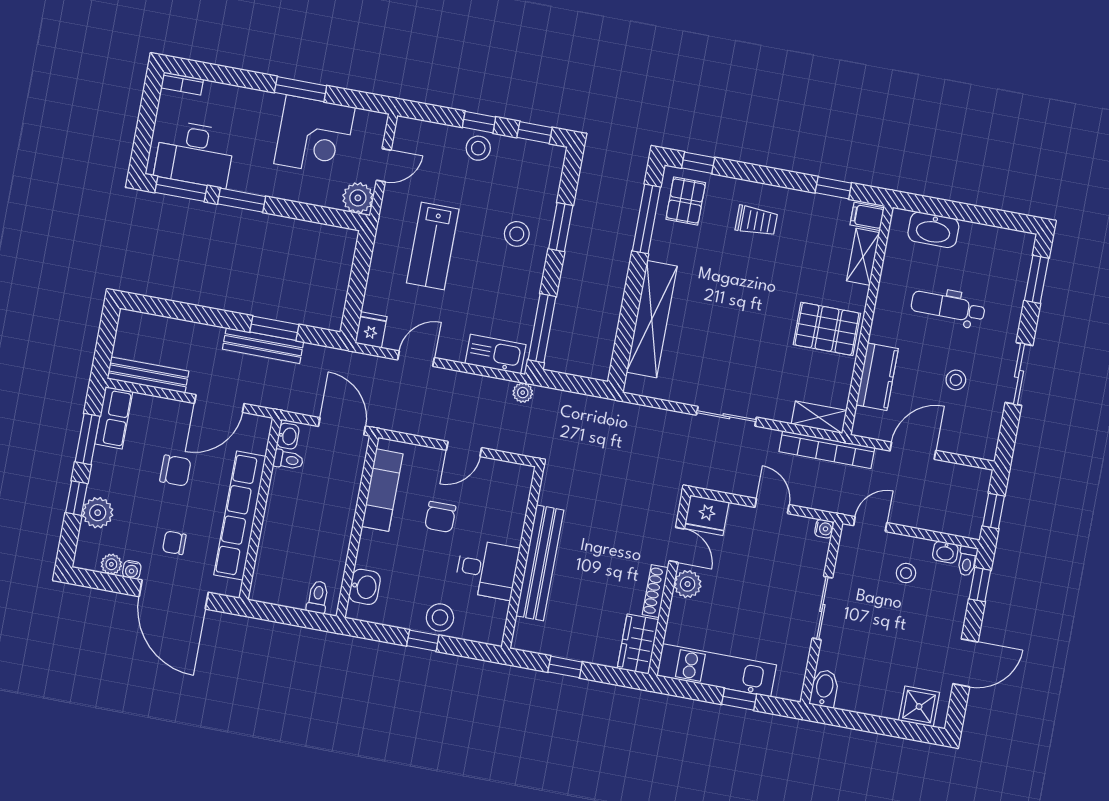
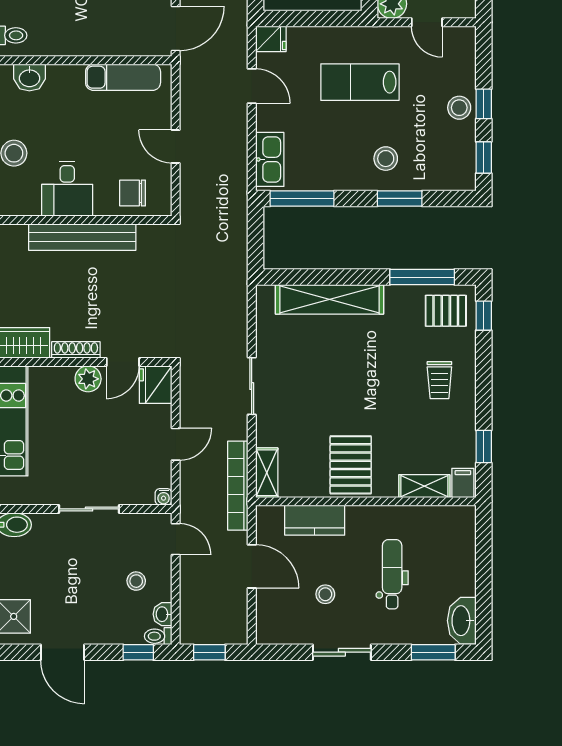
washbasin: (933, 230) -> (462, 621), moved
plant: (523, 393) -> (238, 192), removed
chair: (440, 517) -> (133, 193), moved

